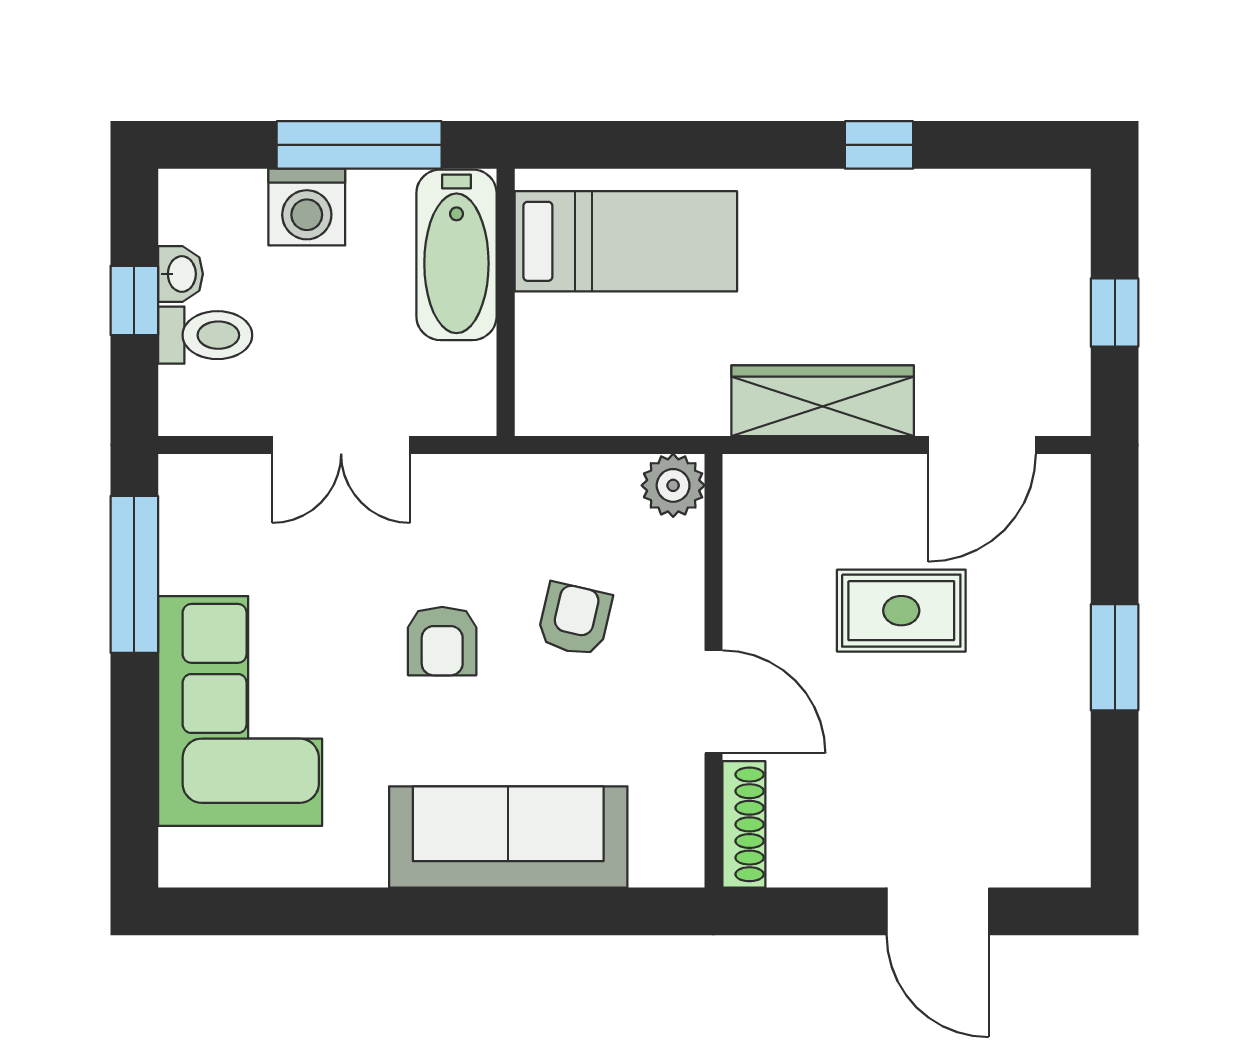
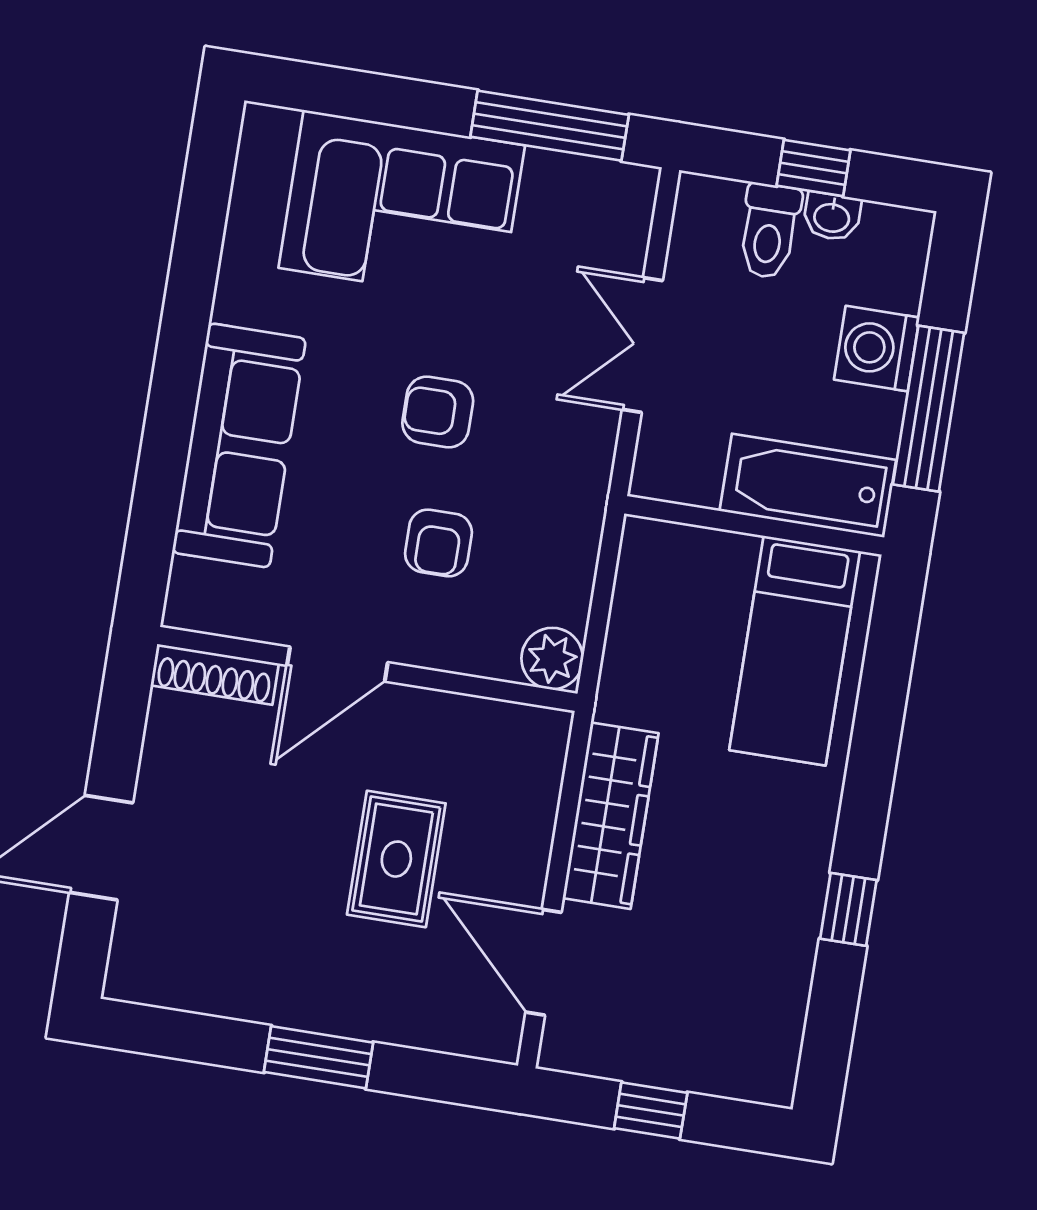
armchair: (575, 619) -> (438, 543), turned 77

